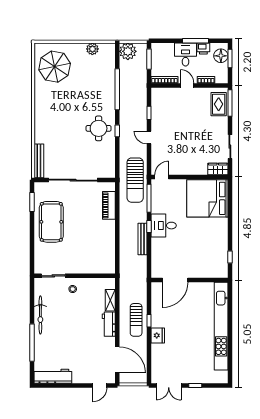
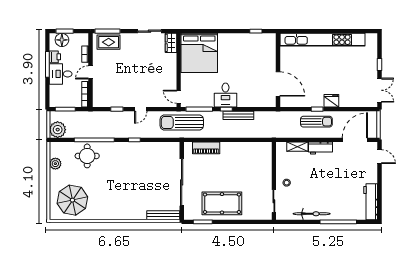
round table: (99, 128) -> (87, 156), moved
sun lounger: (135, 180) -> (182, 123), turned 180

